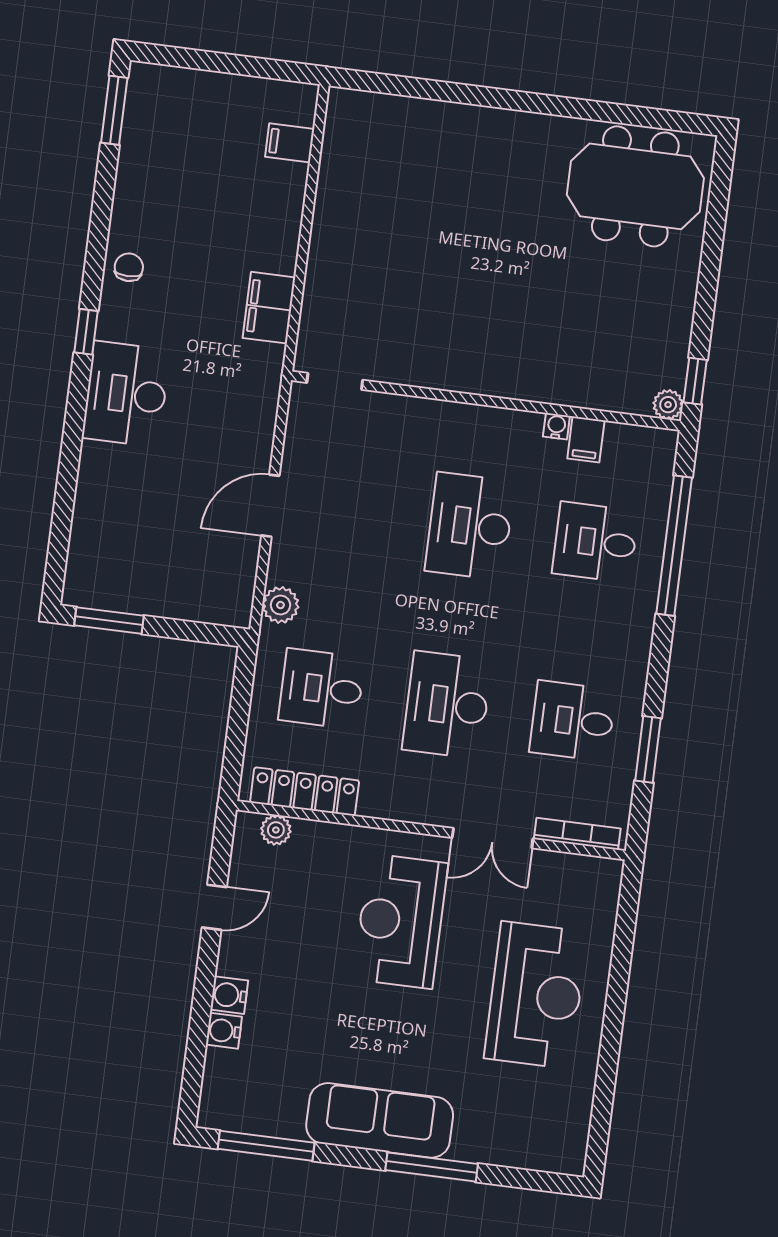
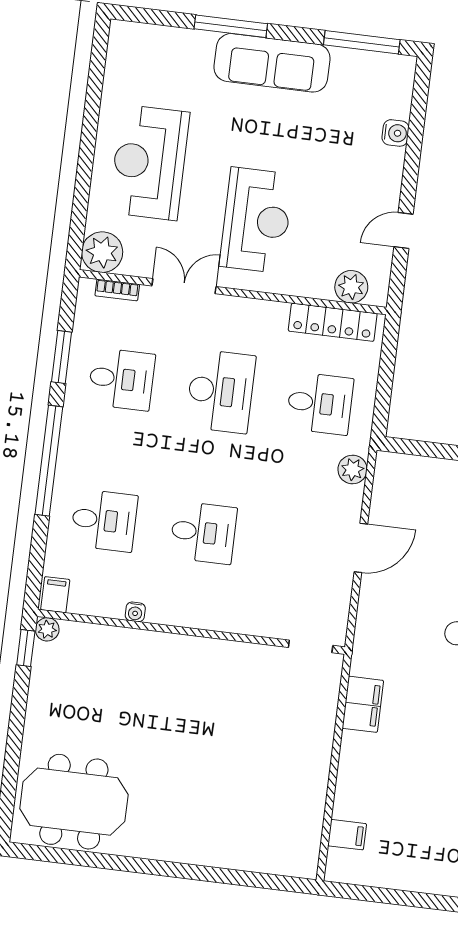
filing cabinet: (586, 439) -> (55, 595), moved
desk: (470, 526) -> (203, 533), width x0.73
window: (674, 546) -> (49, 461), moved
plant: (276, 830) -> (351, 287), width x1.38, depth x1.38
bookcase: (577, 834) -> (117, 290), width x0.64
plant: (596, 882) -> (102, 252), added
water cooler: (229, 995) -> (391, 161), removed

